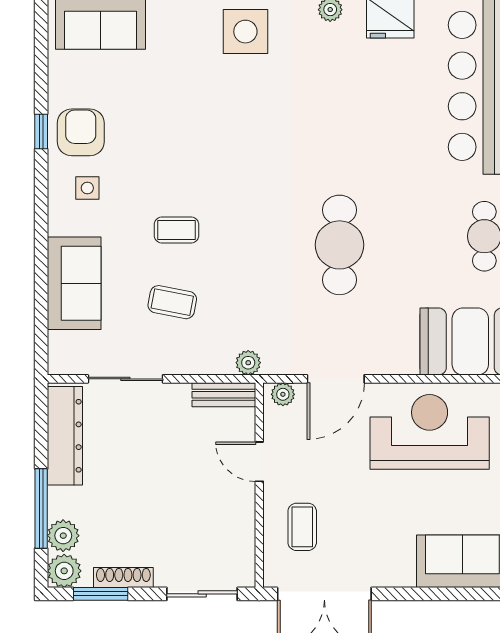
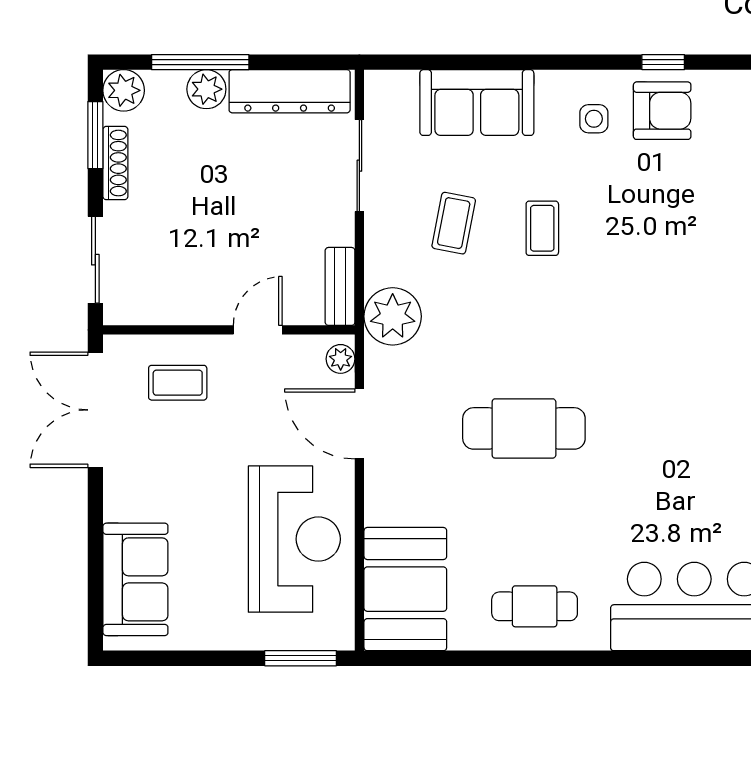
plant: (248, 363) -> (393, 316), width x1.87, depth x1.87
plant: (63, 536) -> (206, 89), moved

